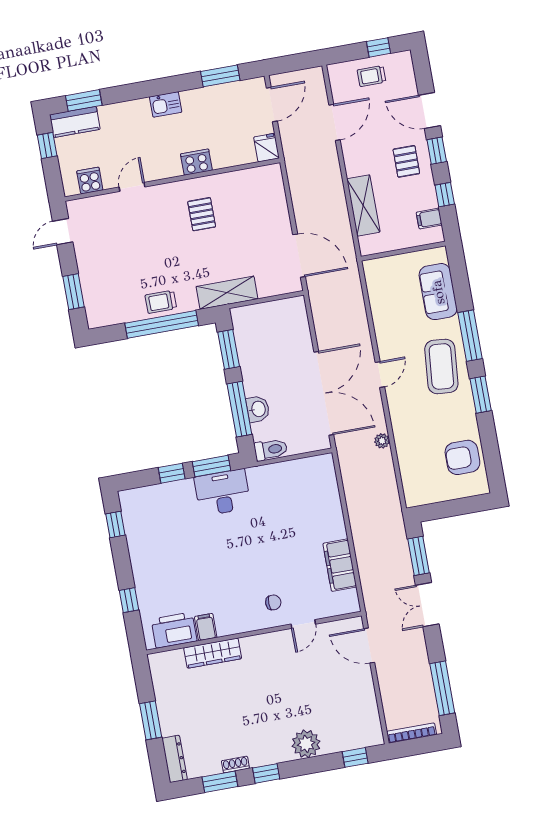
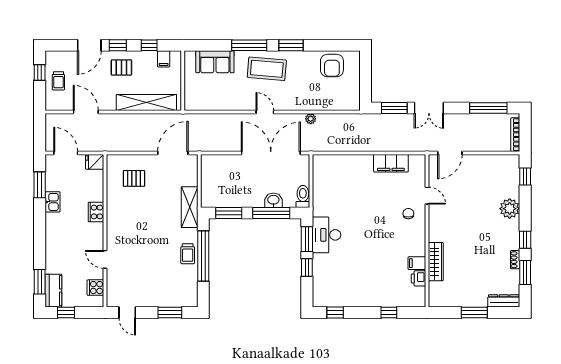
kitchen sink: (166, 104) -> (52, 202), moved
shelving: (363, 205) -> (146, 103), width x1.47
pallet: (202, 214) -> (134, 178), moved
printer: (174, 630) -> (418, 278), width x0.53, depth x0.68

